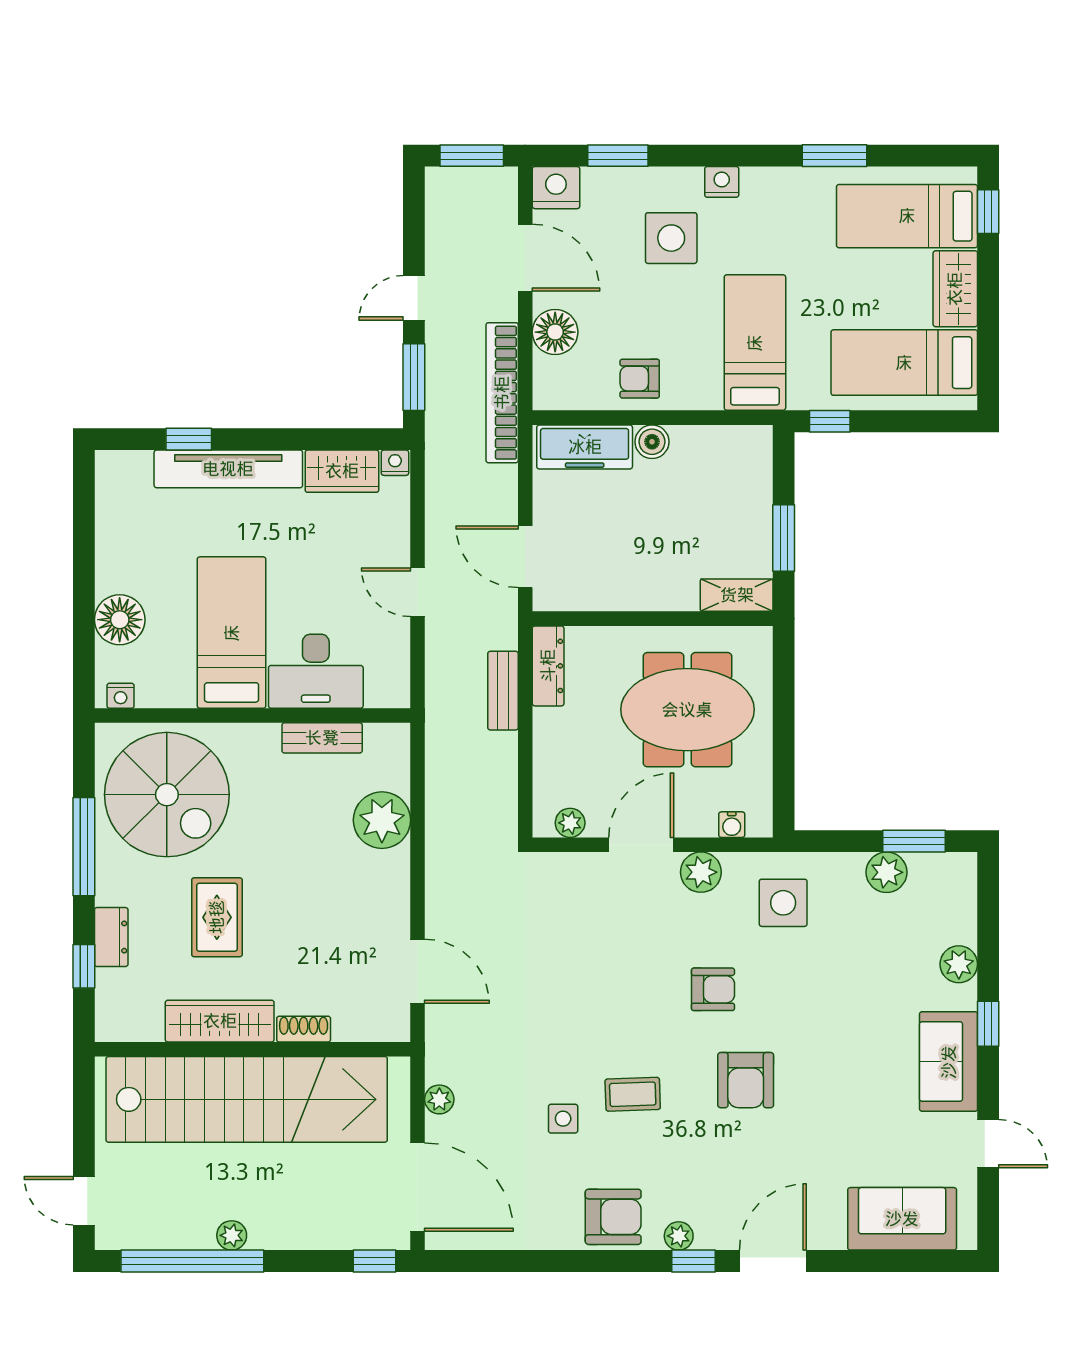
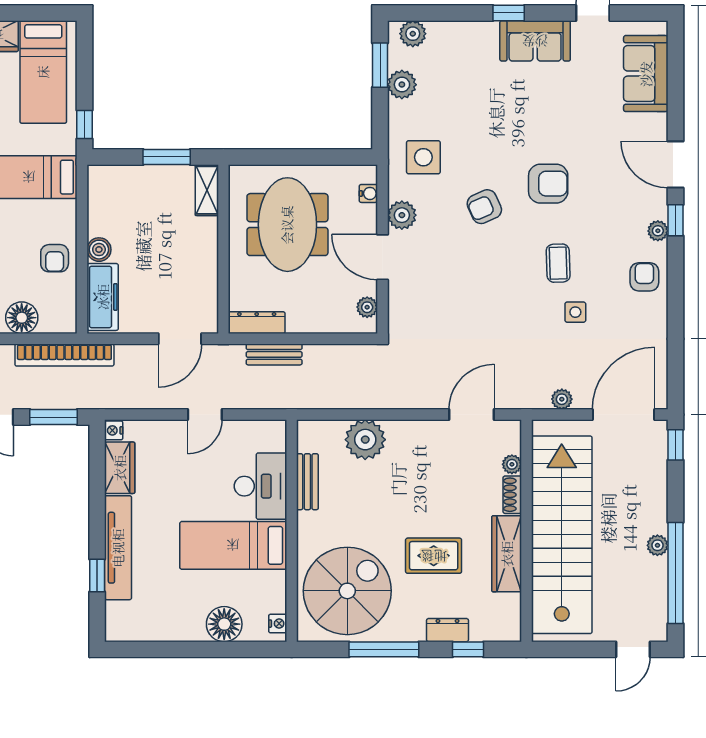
plant: (959, 964) -> (413, 34), moved
armchair: (713, 989) -> (484, 207), turned -114
plant: (347, 1029) -> (512, 464), added
armchair: (613, 1217) -> (644, 277), width x0.72, depth x0.72

